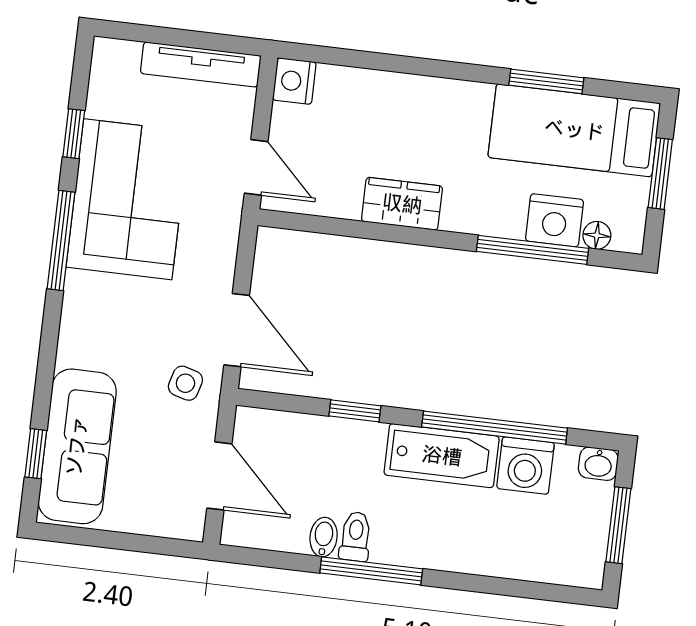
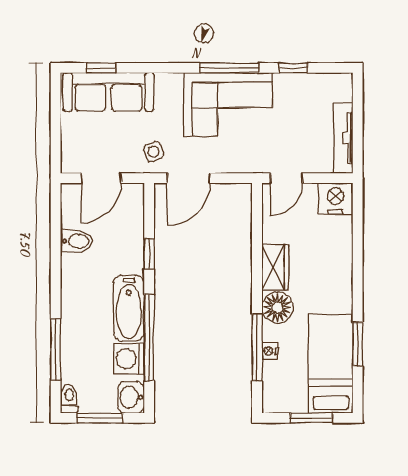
nightstand: (294, 81) -> (336, 199), width x1.36, depth x1.33
corner sofa: (128, 199) -> (228, 104), moved
nightstand: (555, 220) -> (270, 351), width x0.53, depth x0.56
floor lamp: (597, 235) -> (277, 308), moved, width x1.89, depth x1.89
side table: (185, 383) -> (154, 152), turned -38
washbasin: (598, 464) -> (131, 397), width x1.38, depth x1.45
toilet: (355, 536) -> (69, 399), moved, turned -90
bidet: (324, 537) -> (76, 241), width x1.38, depth x1.36
window: (371, 571) -> (56, 349), moved

